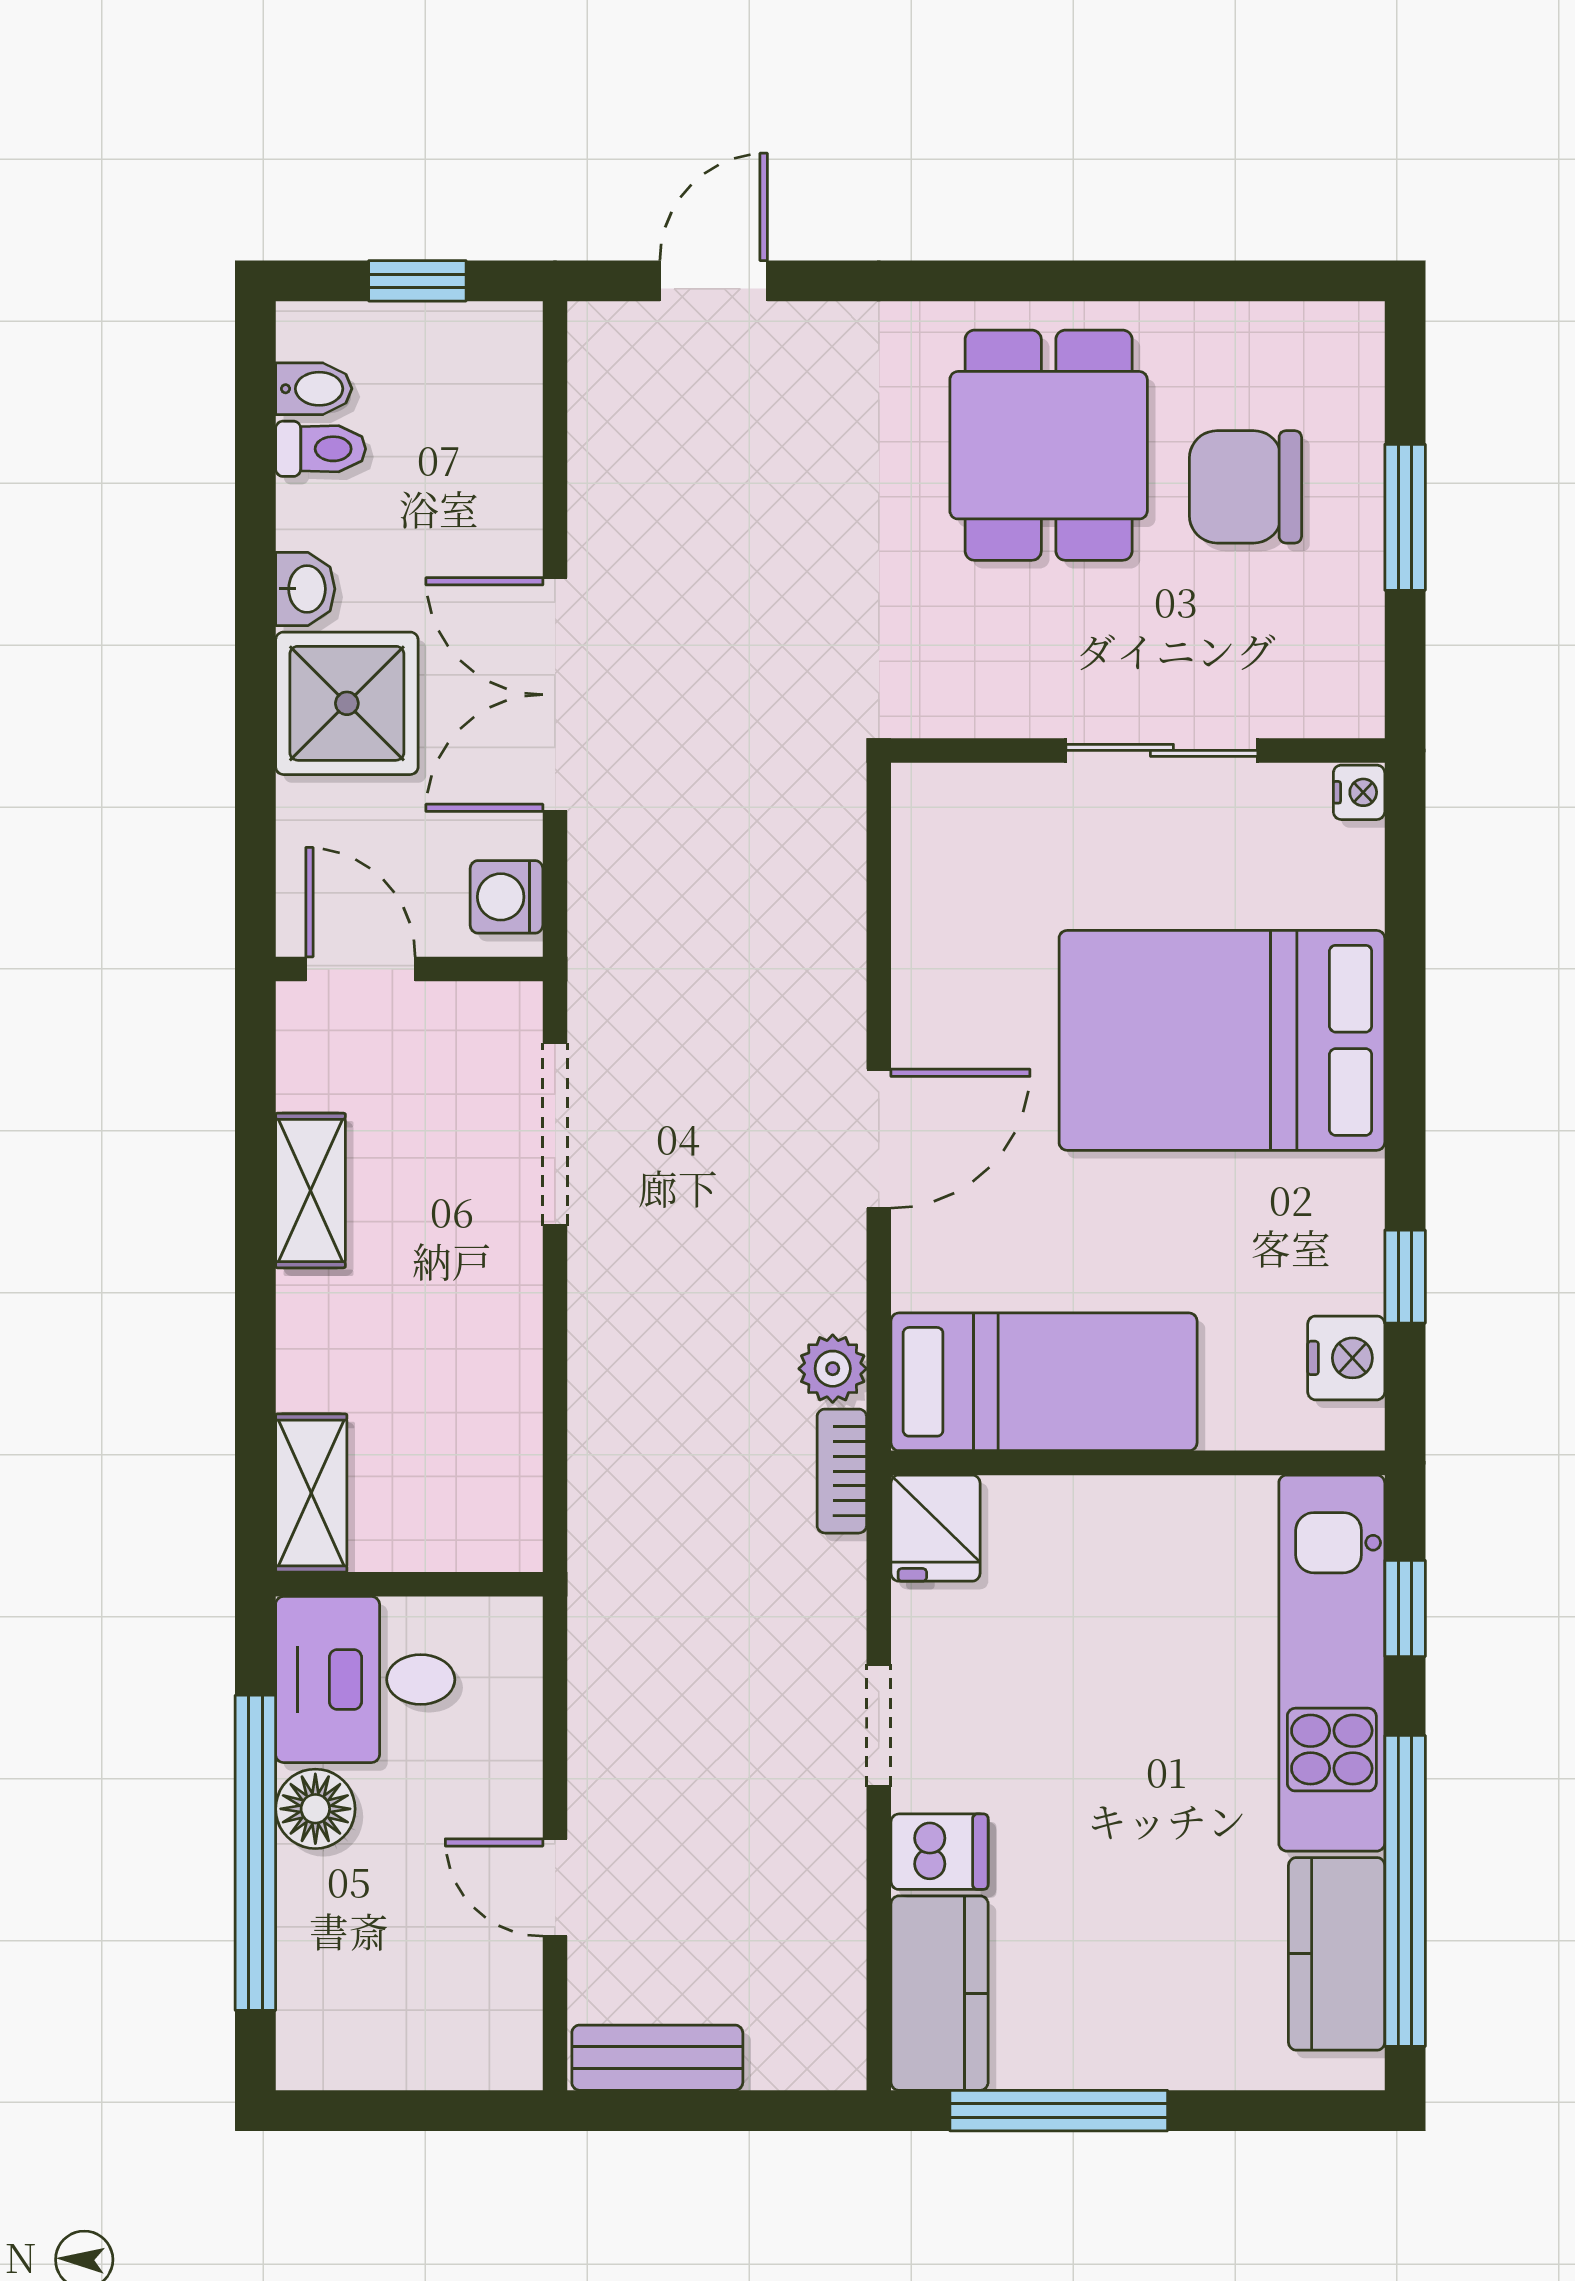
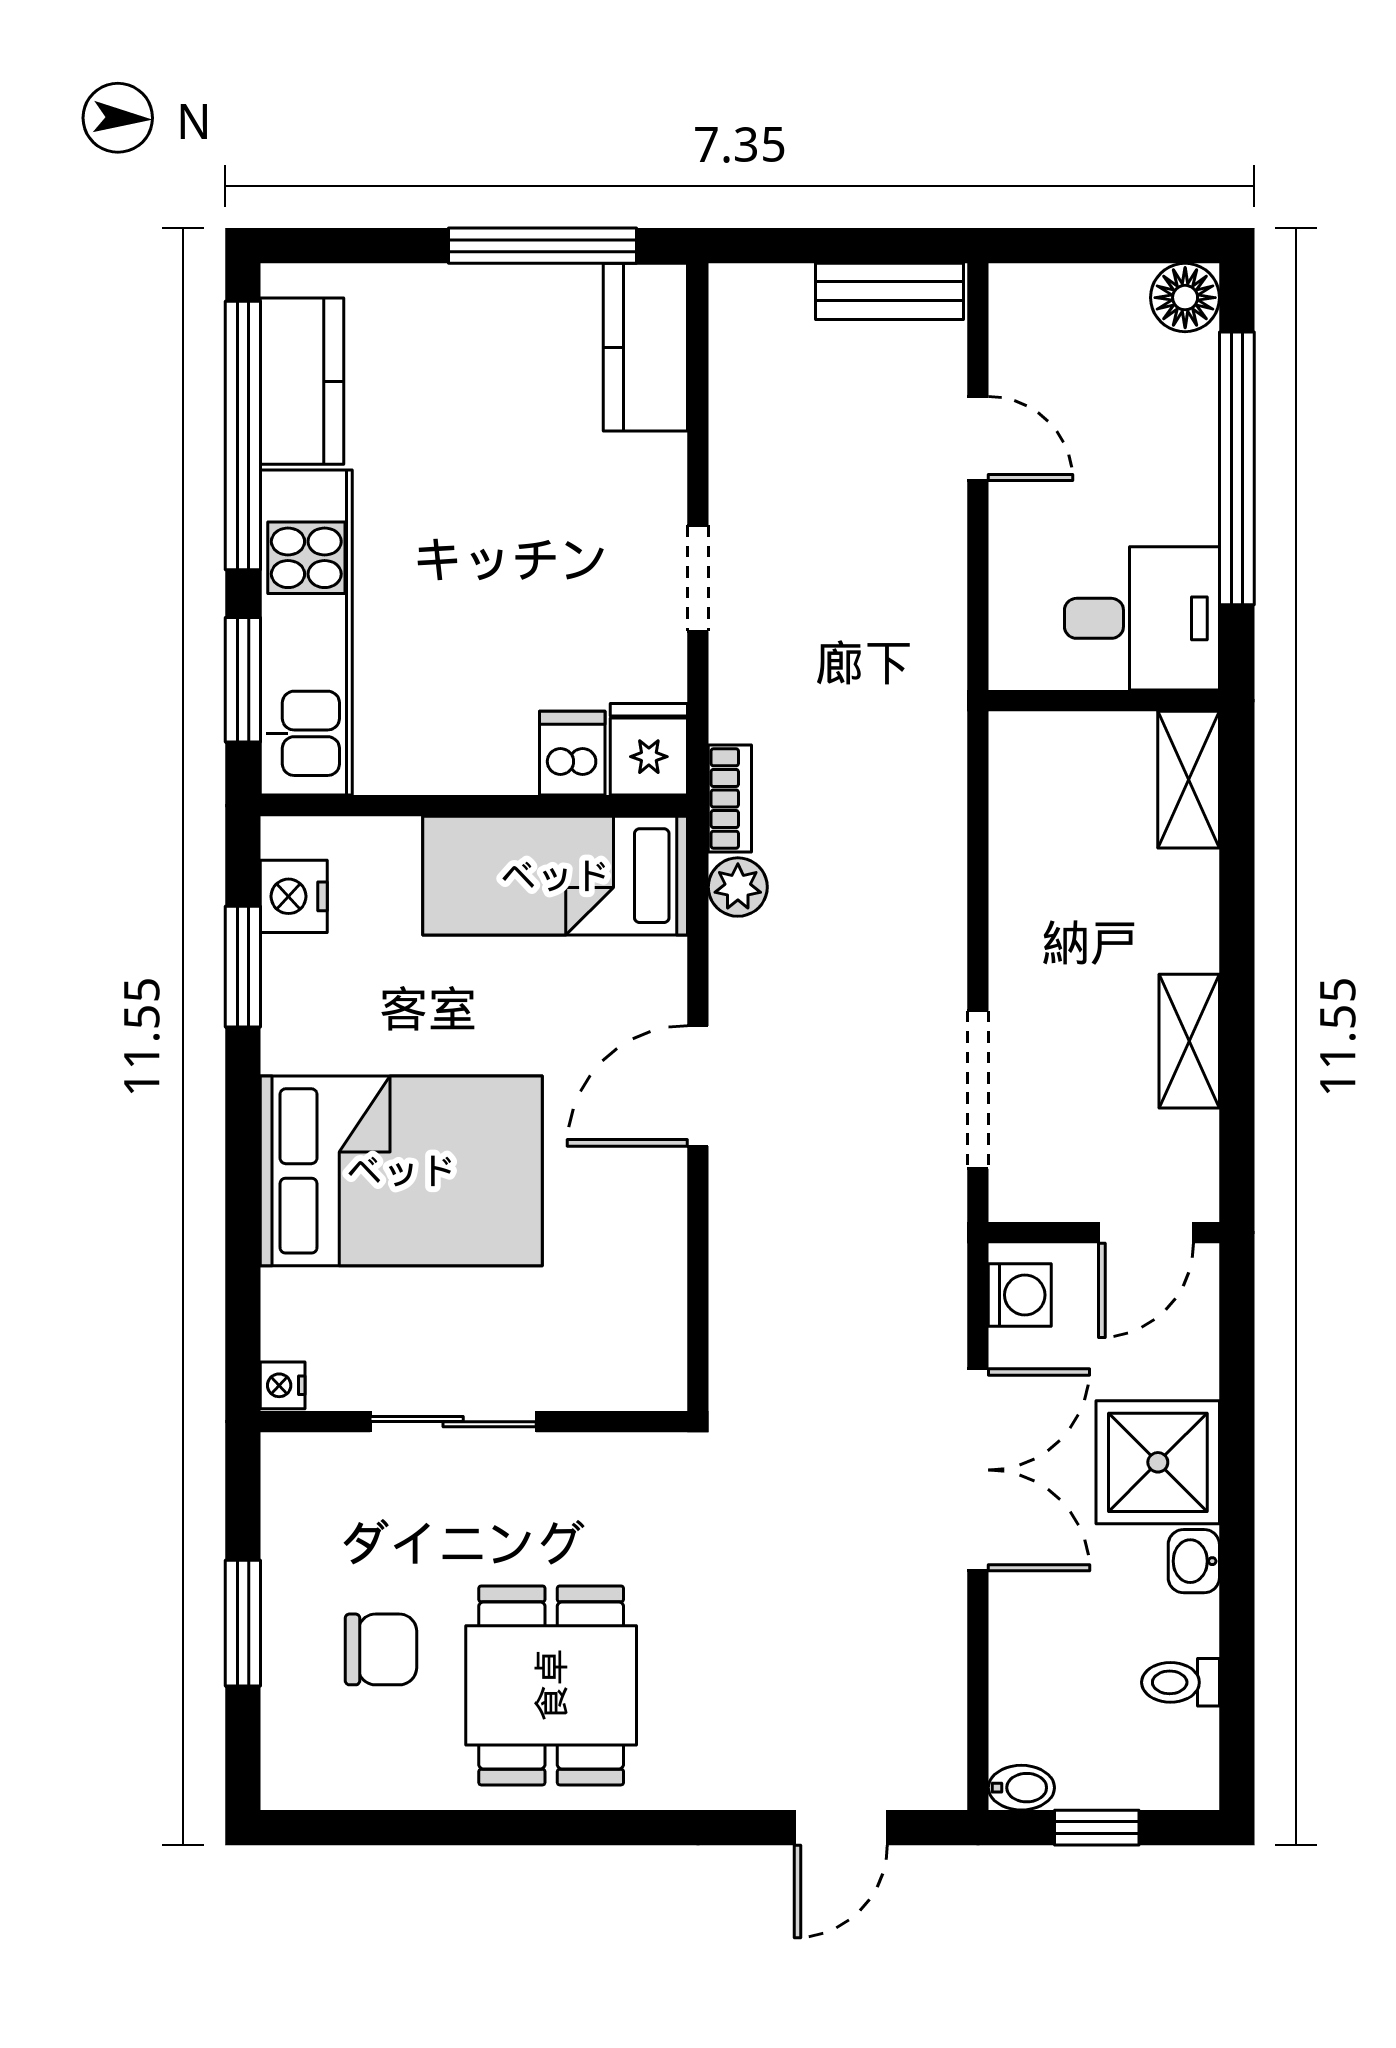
bidet: (314, 389) -> (1021, 1788), moved, turned 180
chair: (1245, 487) -> (381, 1649), width x0.73, depth x0.73
door: (360, 969) -> (1146, 1233), hinge flipped
window: (1405, 1277) -> (243, 967), width x1.50
window: (1405, 1608) -> (243, 680), width x1.50
floor lamp: (315, 1809) -> (1185, 298), moved
dishwasher: (940, 1852) -> (572, 753), moved, turned 90

